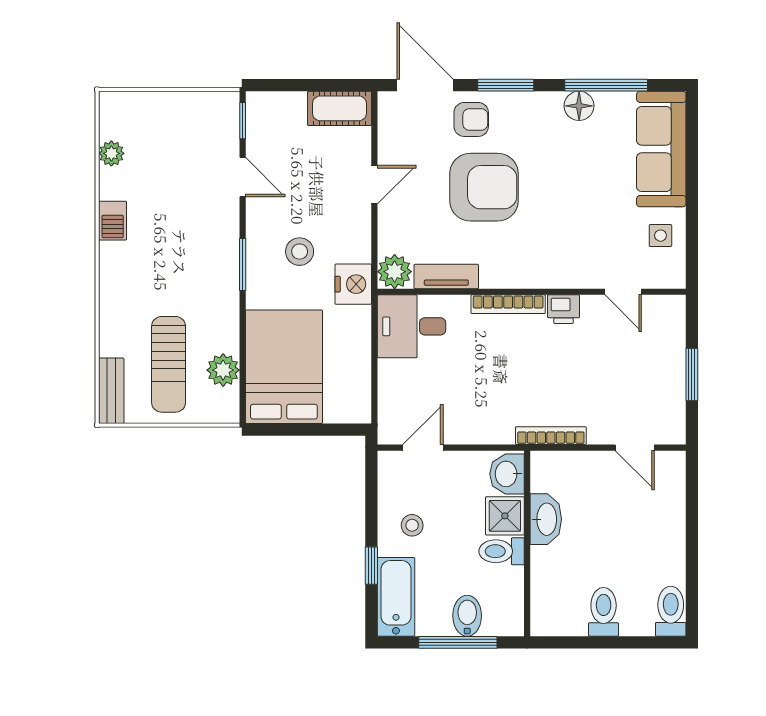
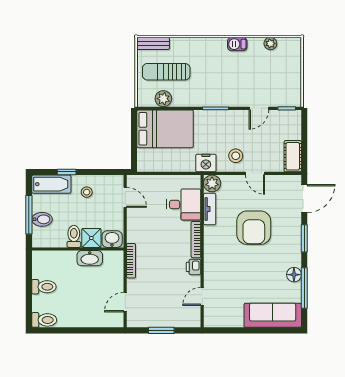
armchair: (471, 119) -> (287, 221), removed
side table: (660, 236) -> (230, 315), removed
stool: (300, 252) -> (236, 156), moved
desk: (411, 326) -> (184, 204), moved, turned 90

